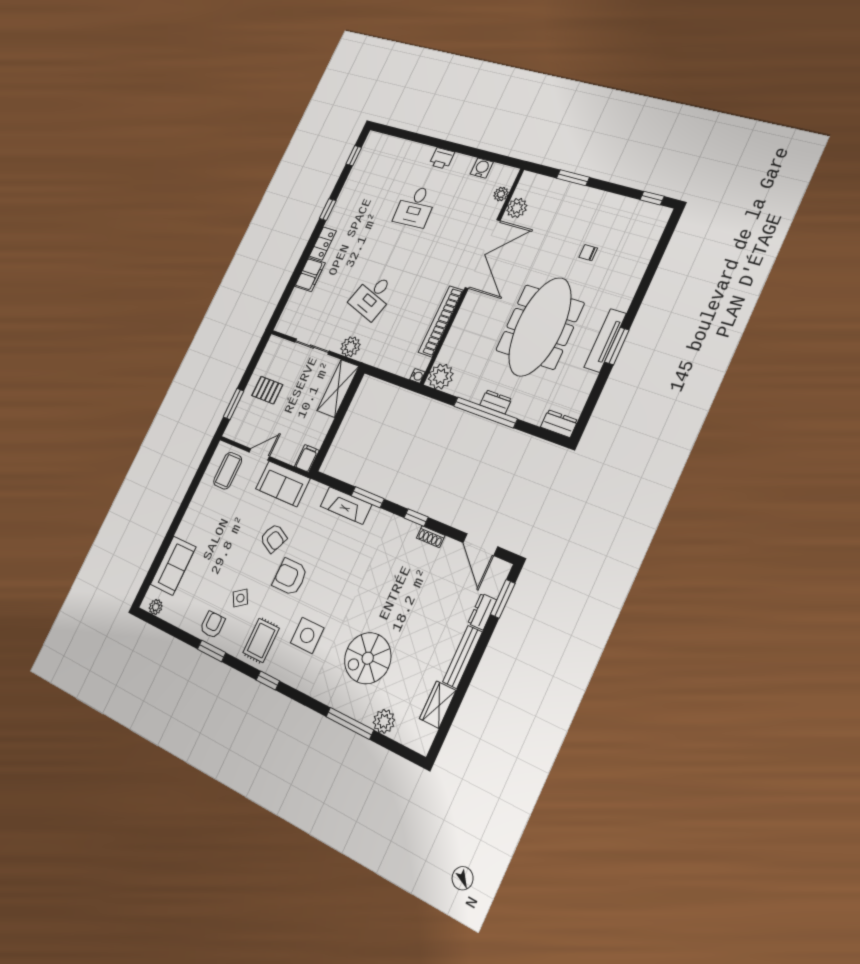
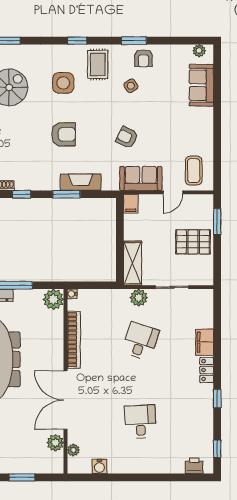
printer: (442, 158) -> (194, 466), moved
pallet: (267, 390) -> (193, 242), width x1.50, depth x1.42
armchair: (290, 577) -> (64, 134), moved

